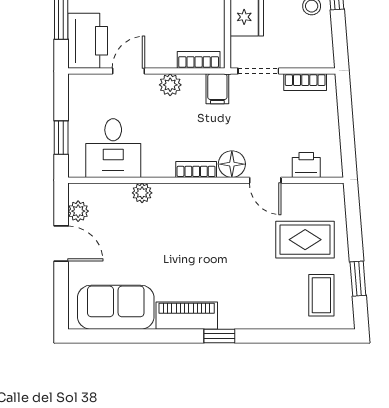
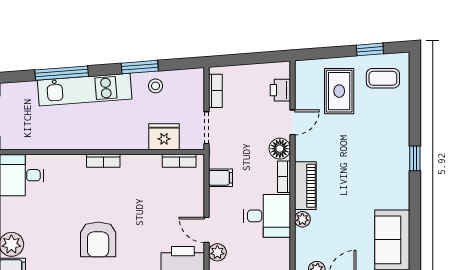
bookcase: (199, 60) -> (179, 161), moved, turned -90
plant: (170, 85) -> (217, 252), moved
filing cabinet: (217, 89) -> (221, 178), moved
desk: (113, 148) -> (267, 216), moved
piano: (187, 316) -> (305, 186), moved, turned 180

